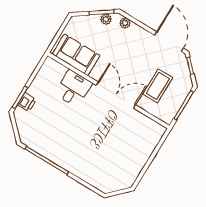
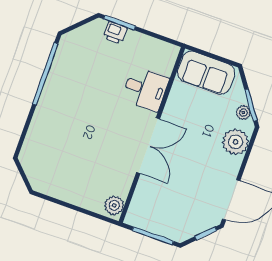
plant: (125, 23) -> (236, 142), width x1.88, depth x1.88
sofa: (76, 55) -> (206, 73), moved, turned 90
coffee table: (158, 86) -> (171, 197), removed
plant: (155, 129) -> (114, 205), added

